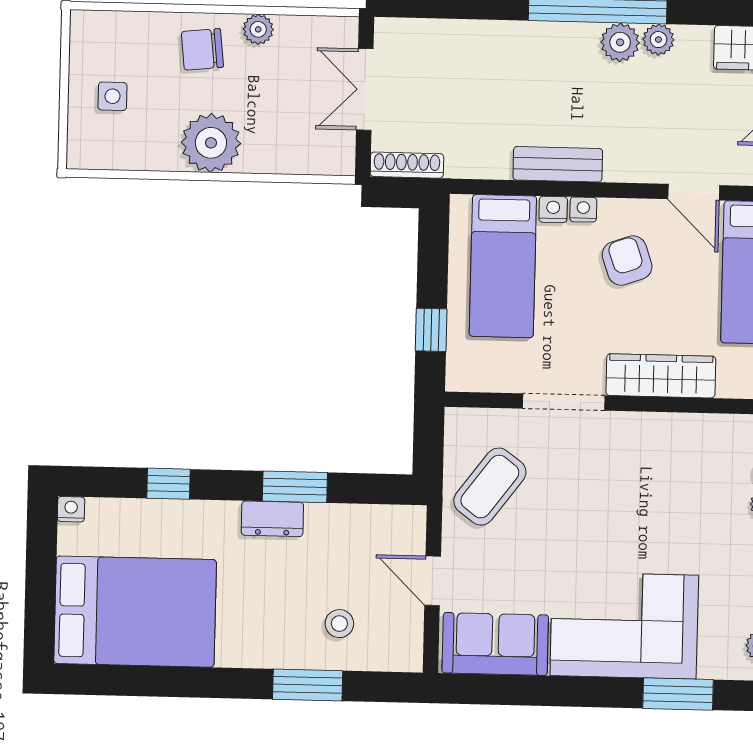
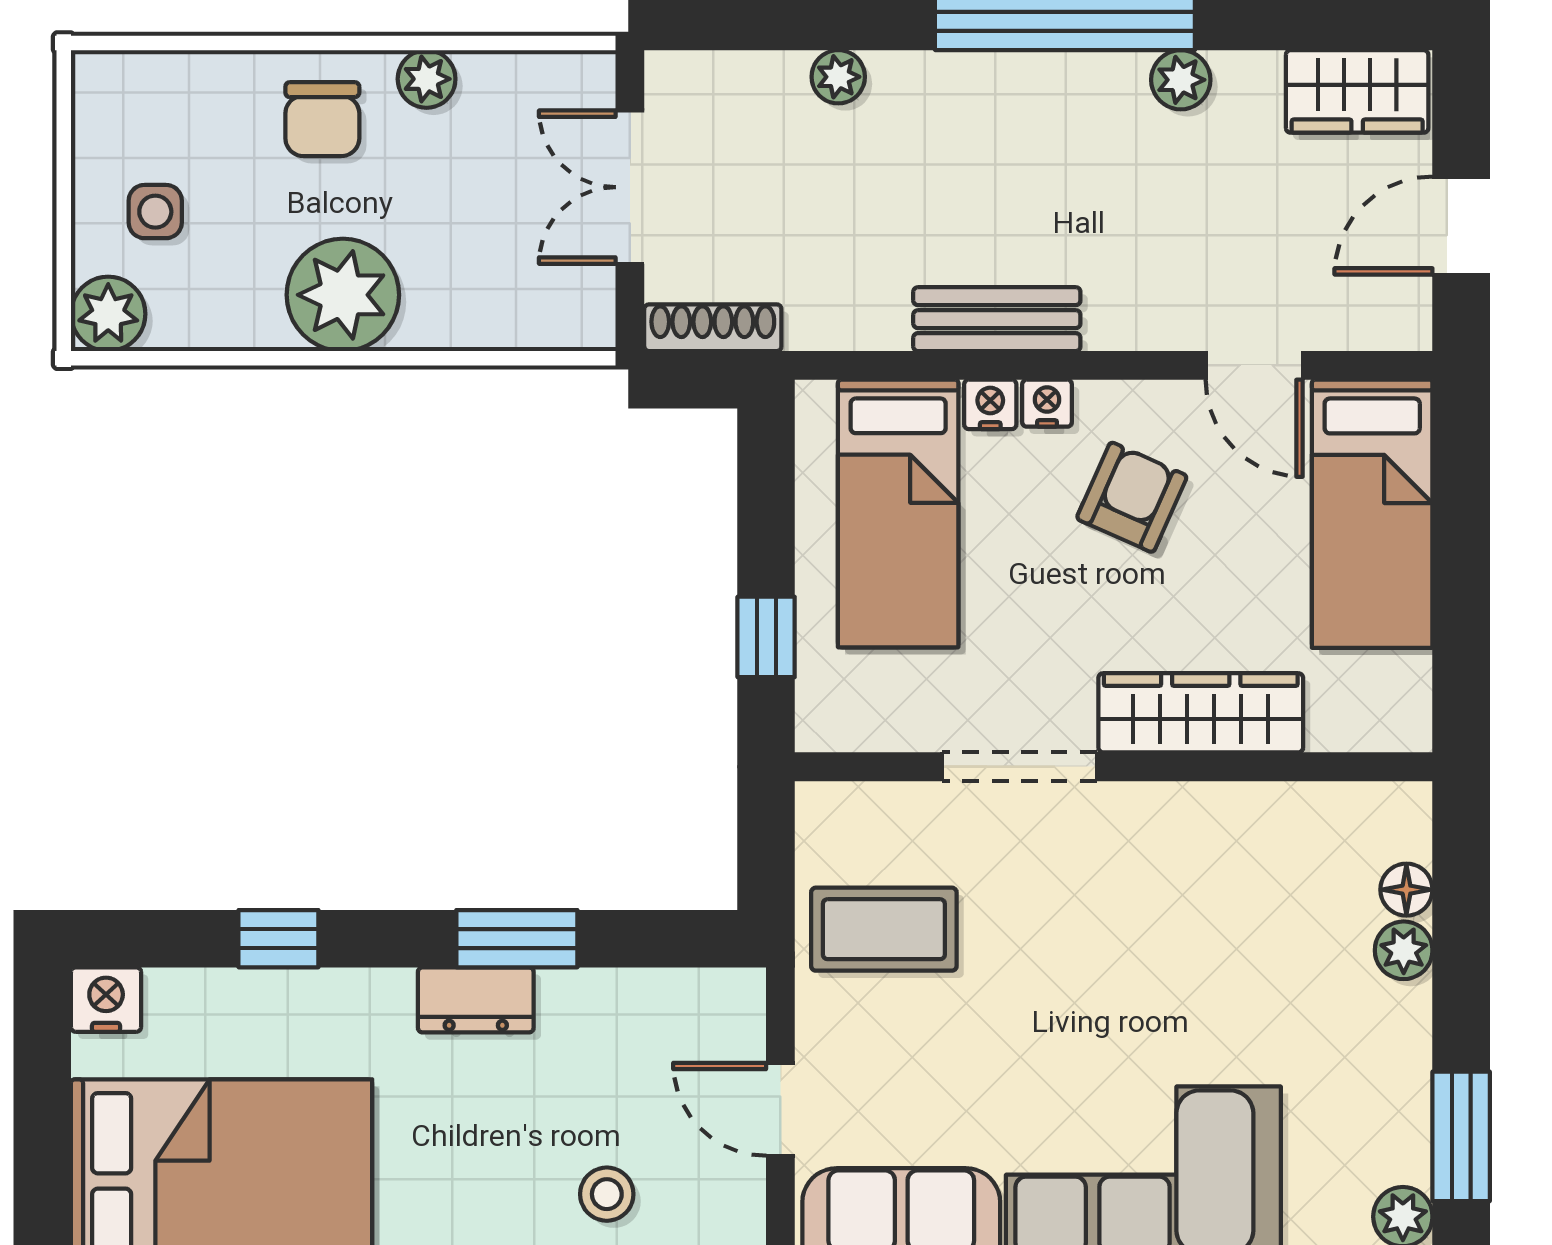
plant: (620, 42) -> (838, 77), moved, width x0.73, depth x0.73
chair: (202, 49) -> (322, 119), turned -84
plant: (86, 150) -> (108, 314), added
armchair: (627, 261) -> (1132, 497), turned 43
coffee table: (490, 487) -> (884, 929), turned 53
nightstand: (71, 509) -> (106, 1000), width x1.39, depth x1.35

